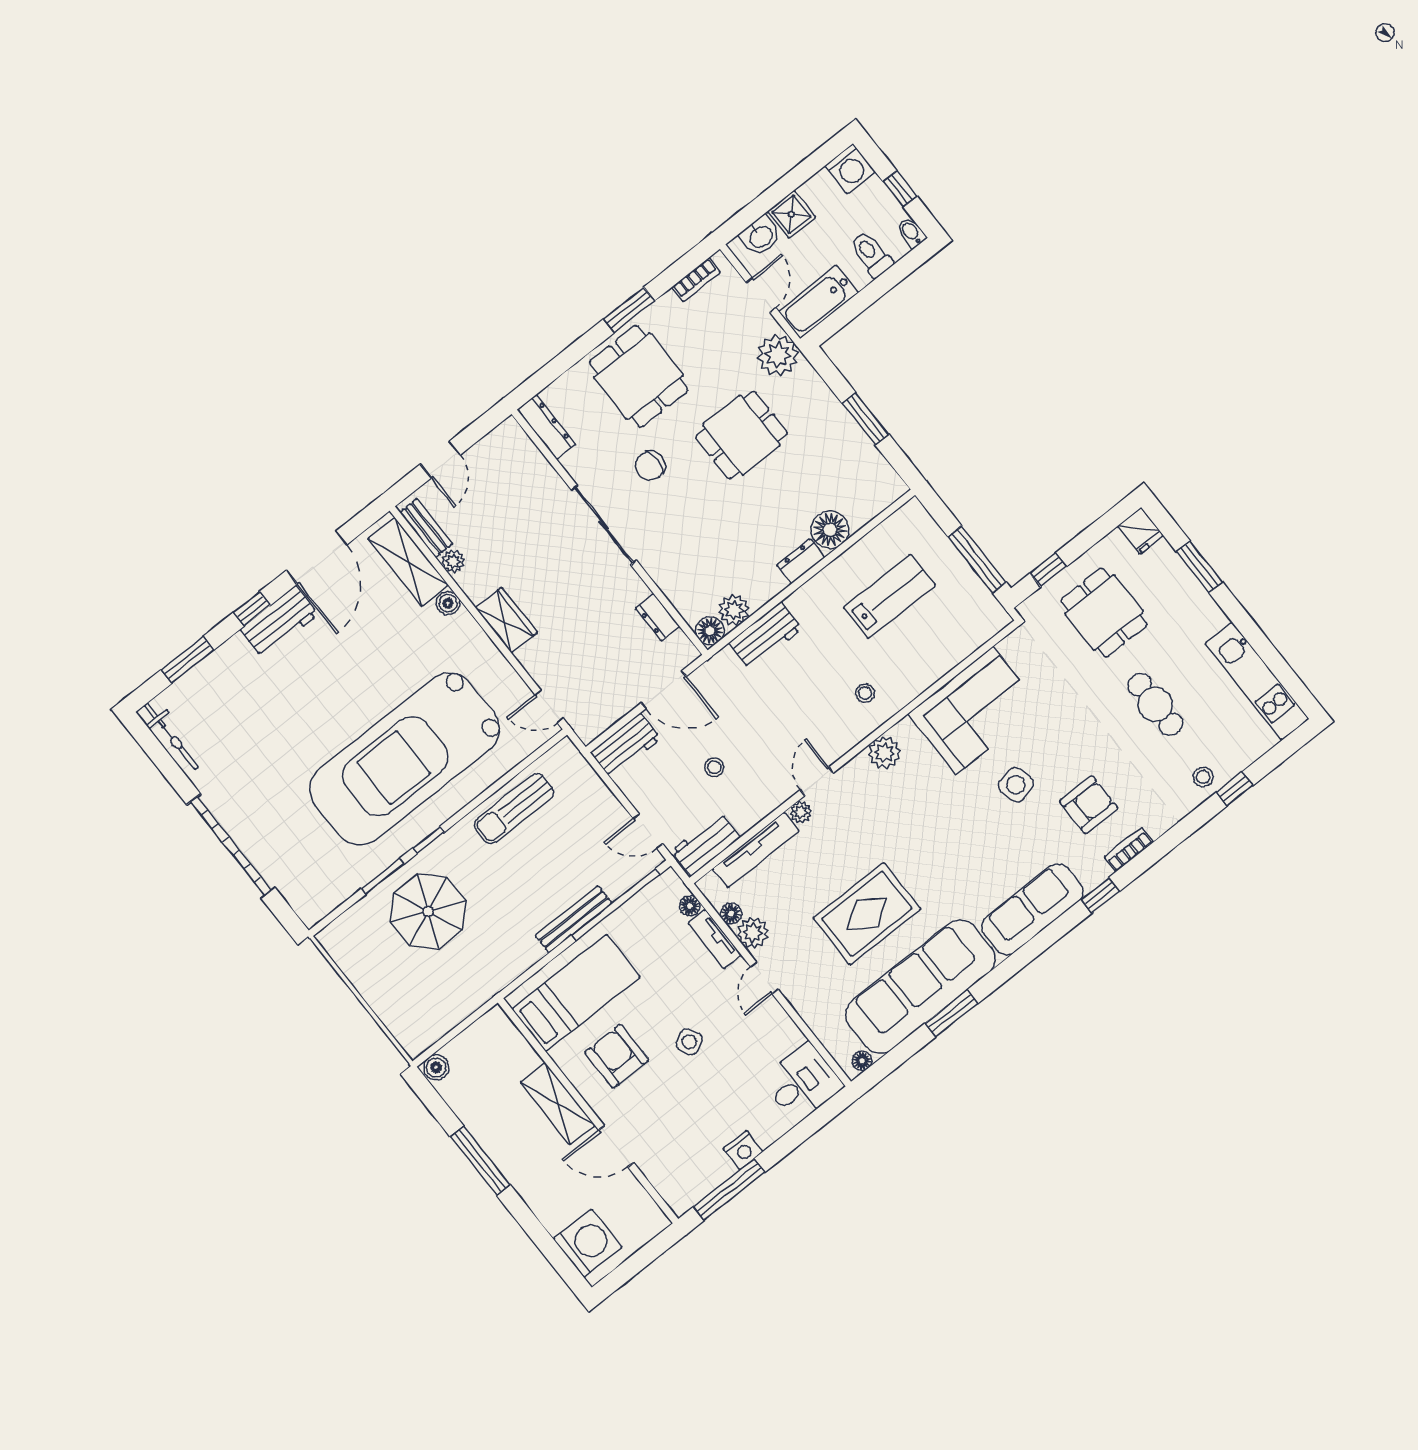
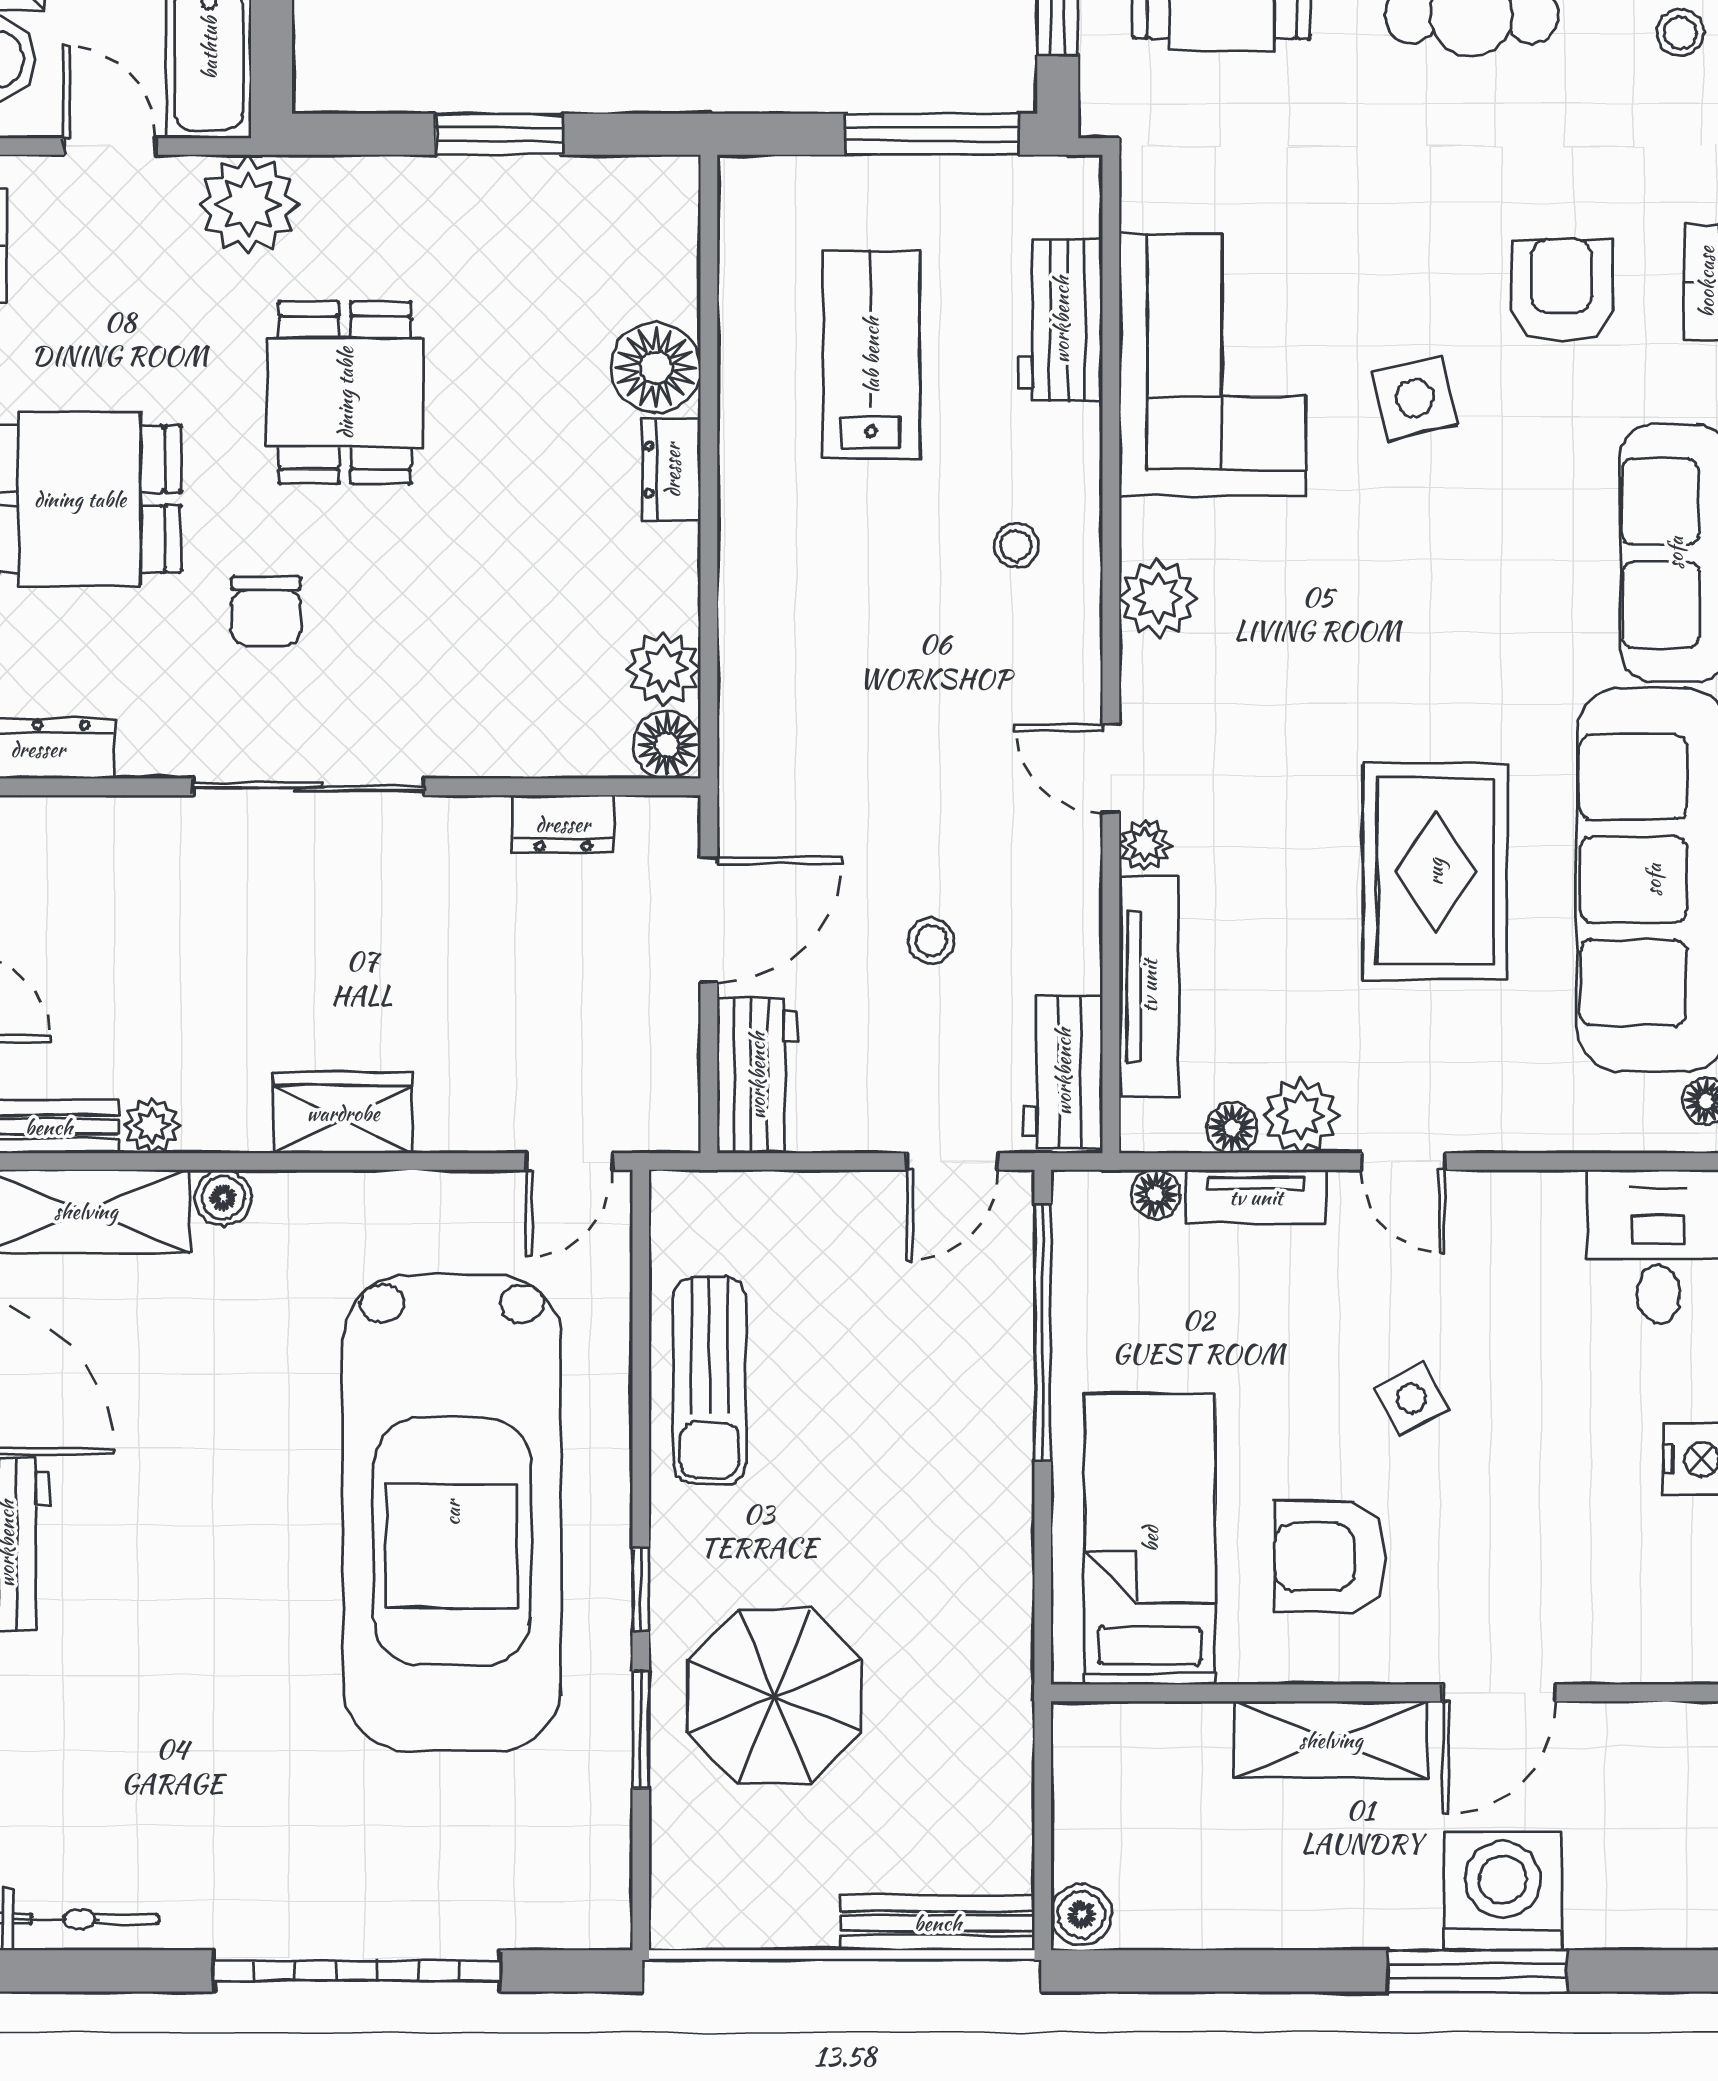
workbench: (765, 636) -> (1061, 320), moved, turned 180
bench: (574, 919) -> (938, 1923), moved, turned 90
window: (480, 1161) -> (1478, 1971), moved
washing machine: (588, 1243) -> (1503, 1891), moved

